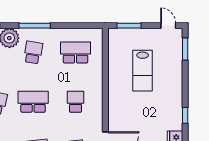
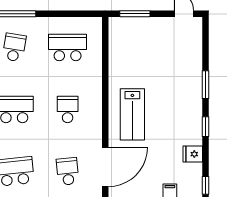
window: (185, 49) -> (206, 85), moved
lab bench: (143, 71) -> (132, 114), moved

